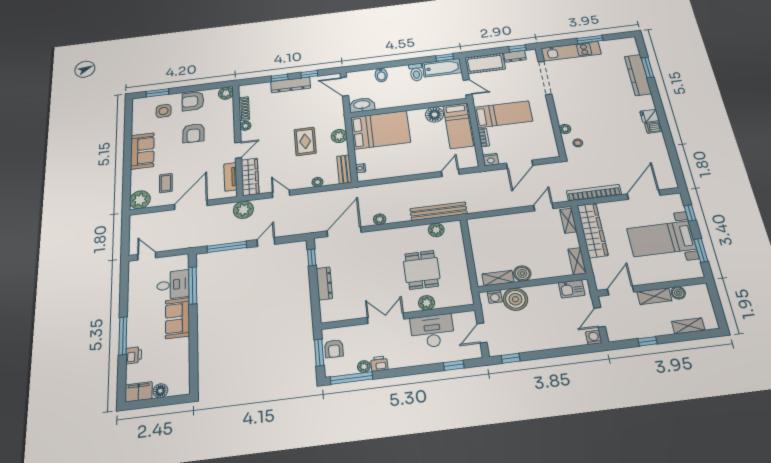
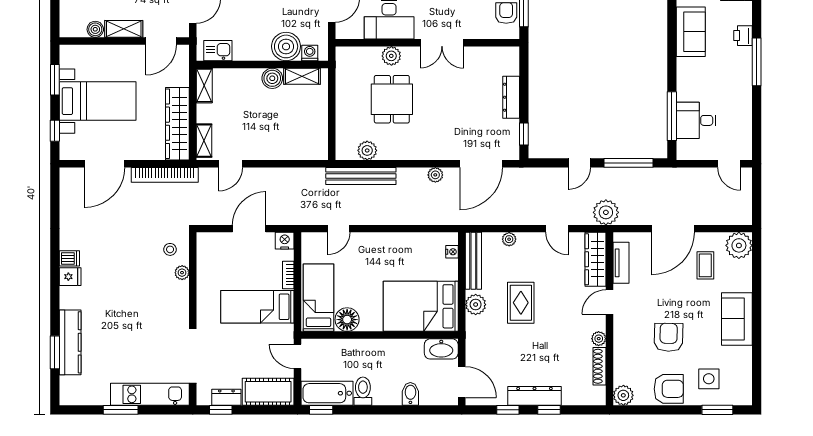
bench: (344, 169) -> (473, 261), width x1.36
sofa: (177, 318) -> (691, 32), moved

